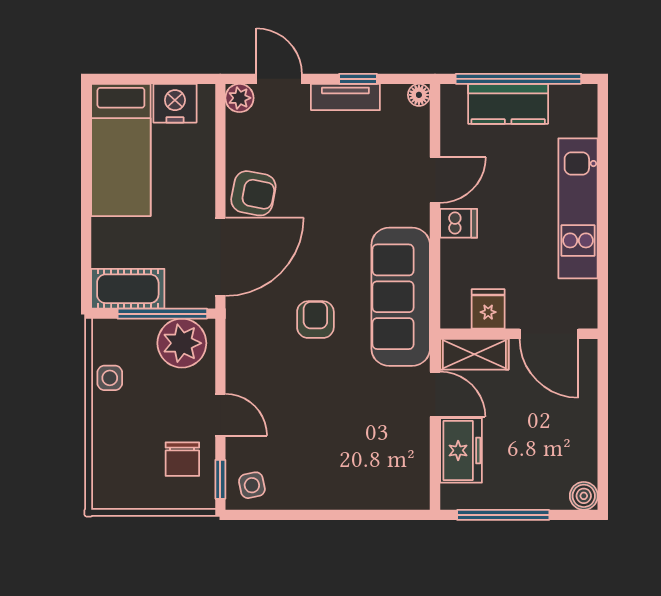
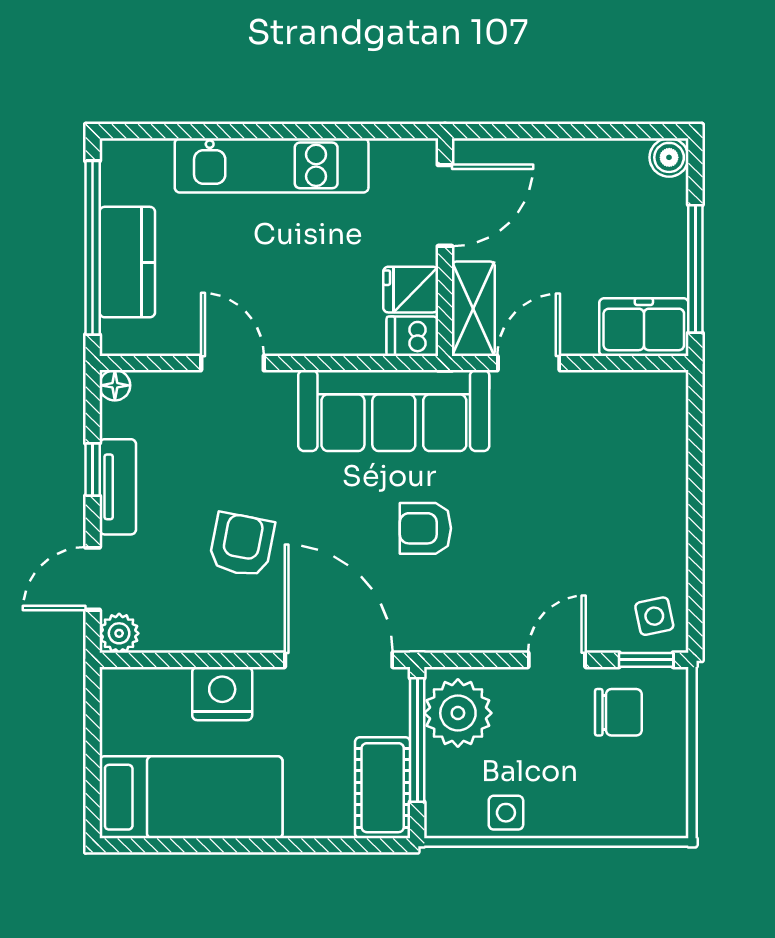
nightstand: (175, 103) -> (222, 694), moved, turned 90
armchair: (253, 193) -> (242, 545), moved
dishwasher: (459, 223) -> (412, 336), moved, turned -90
freezer: (461, 450) -> (644, 327), moved

